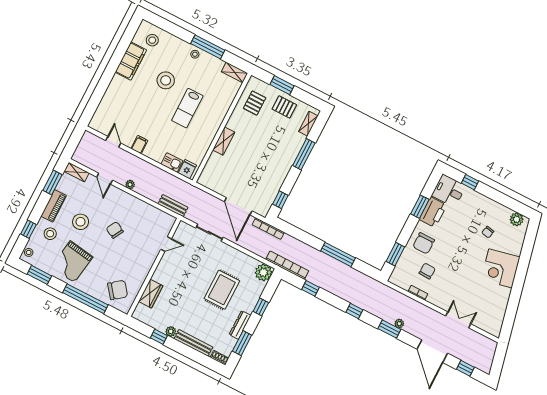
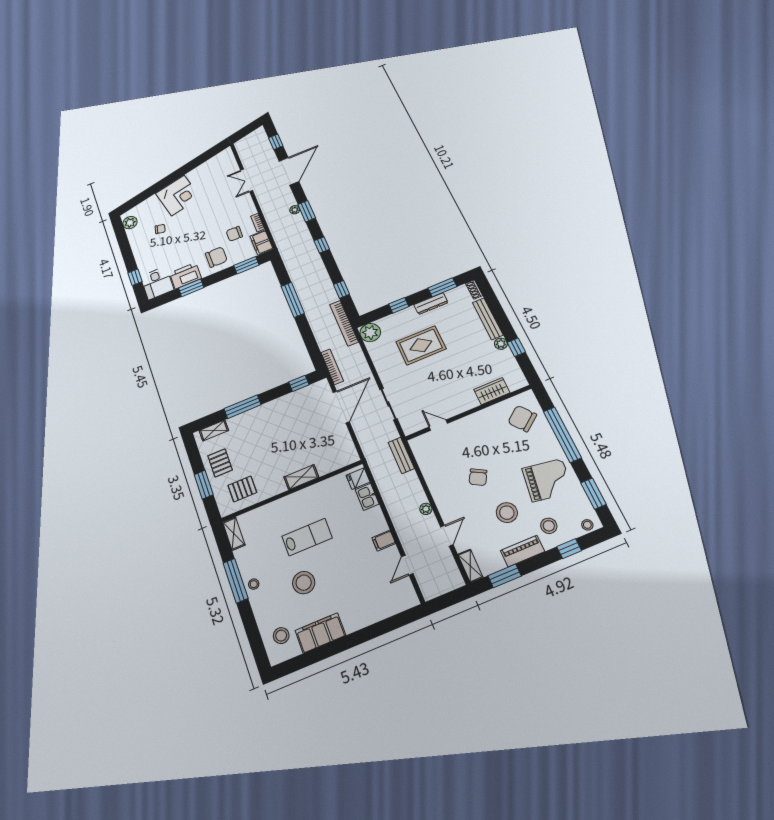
filing cabinet: (400, 280) -> (261, 243), added

